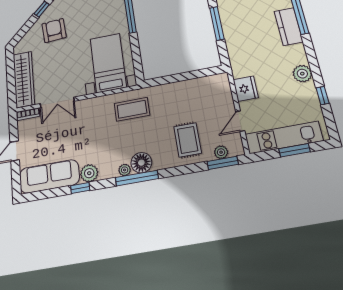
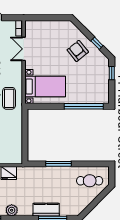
armchair: (54, 31) -> (78, 51), turned -125
wardrobe: (24, 79) -> (45, 27), removed

